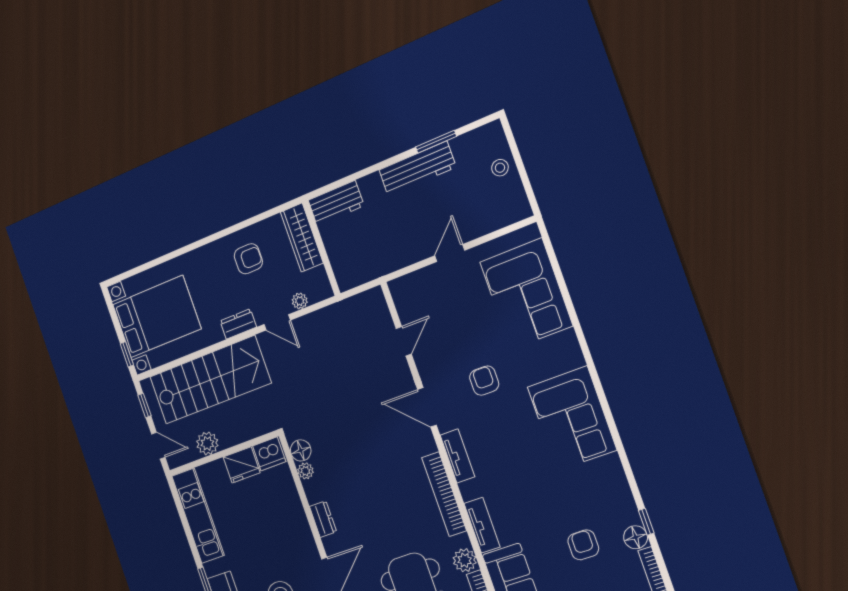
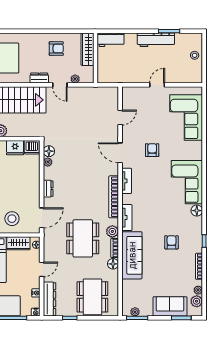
floor lamp: (636, 537) -> (197, 211), moved

